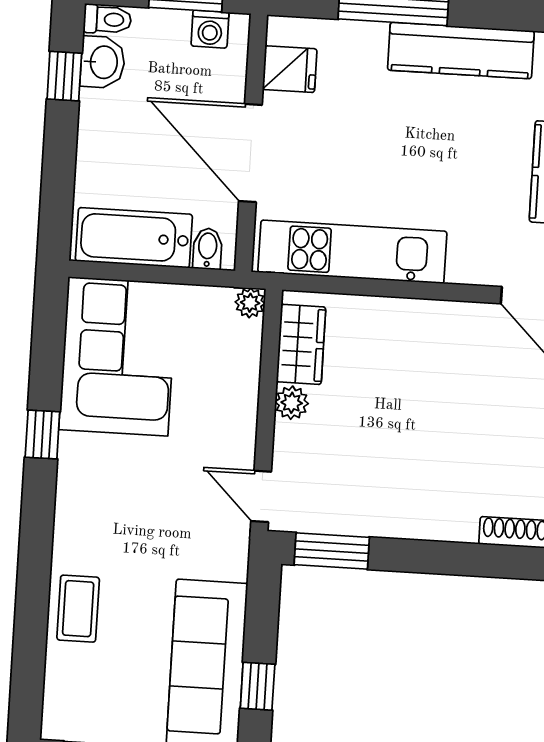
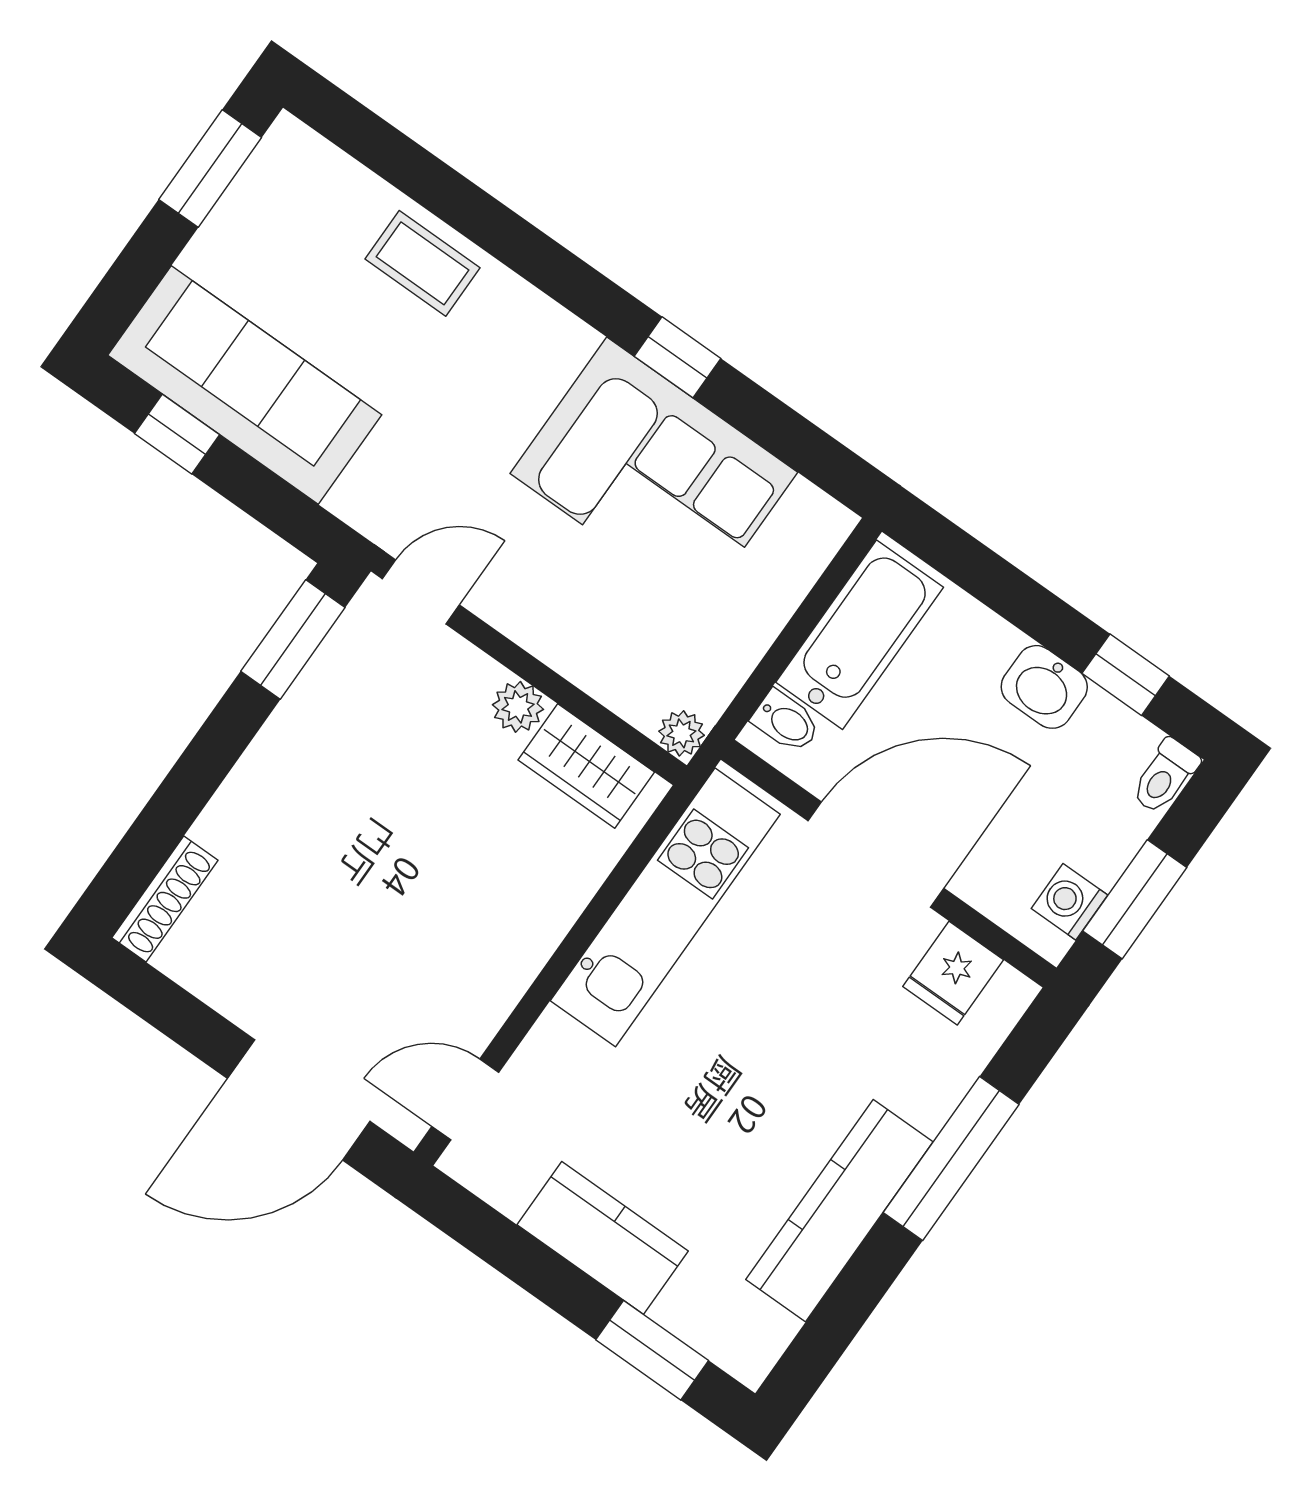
washbasin: (103, 62) -> (1044, 687), moved
corner sofa: (118, 356) -> (654, 473), moved

